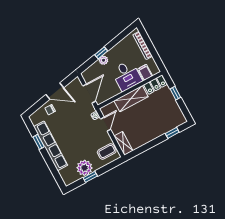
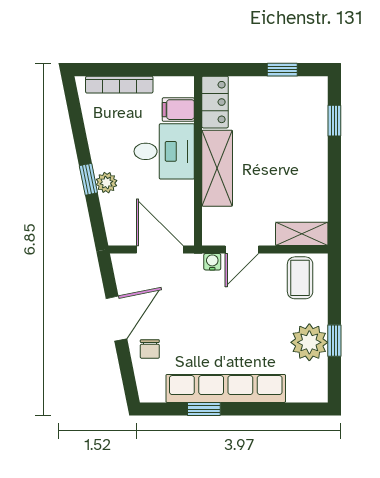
window: (175, 93) -> (282, 70), moved
door: (106, 124) -> (242, 250), swing flipped

